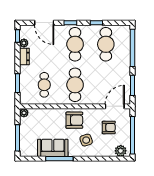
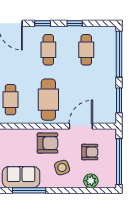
cafe table: (75, 44) -> (48, 50), width x0.73, depth x0.74
cafe table: (106, 44) -> (86, 50), width x0.73, depth x0.74
door: (115, 106) -> (81, 126), moved
plant: (121, 151) -> (91, 181), moved

